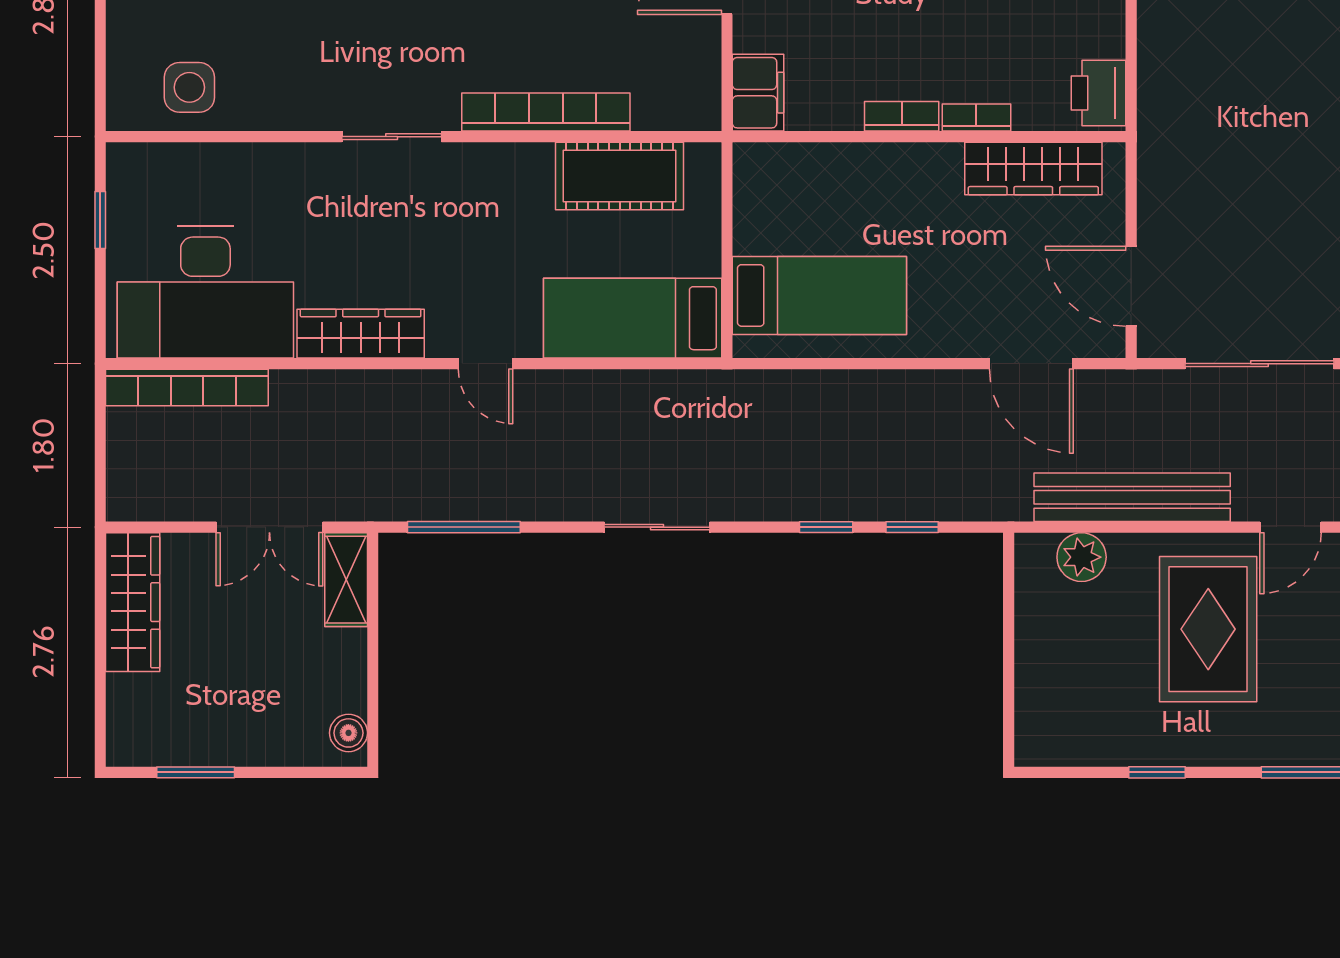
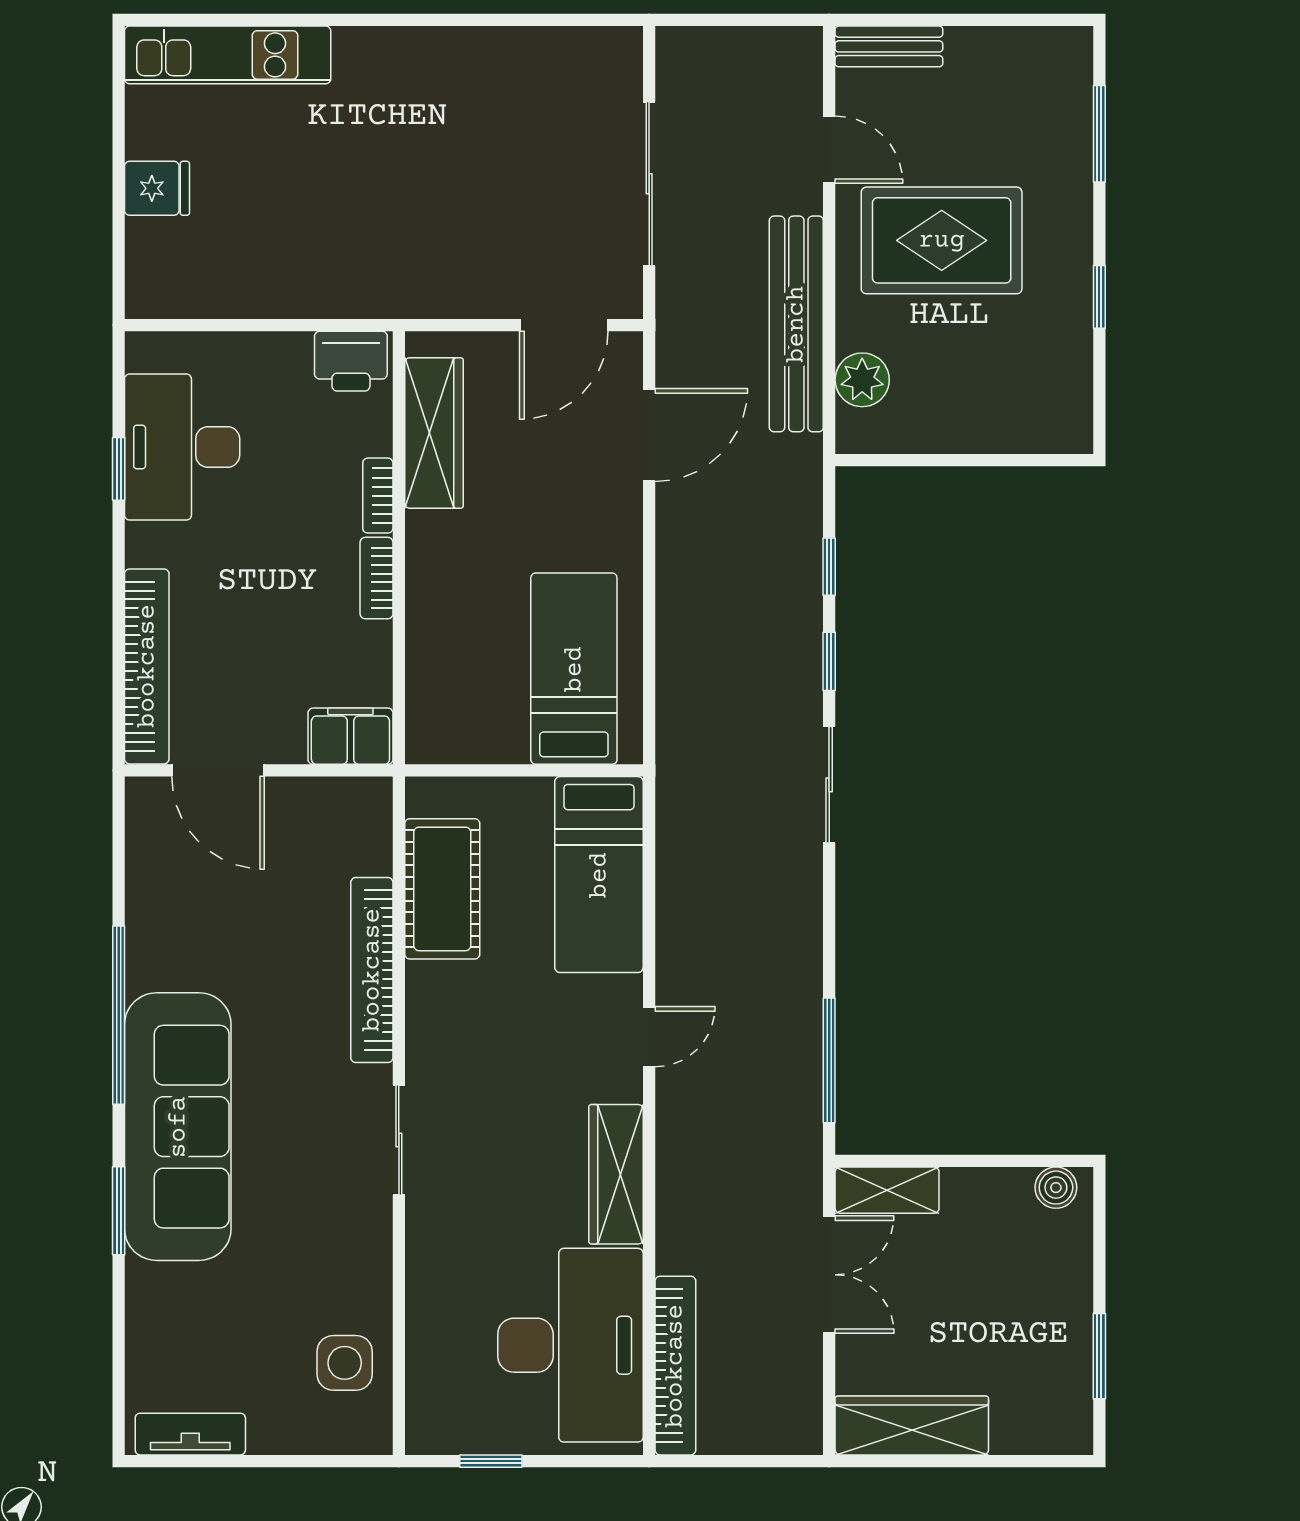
sliding door: (657, 527) -> (829, 785), moved

